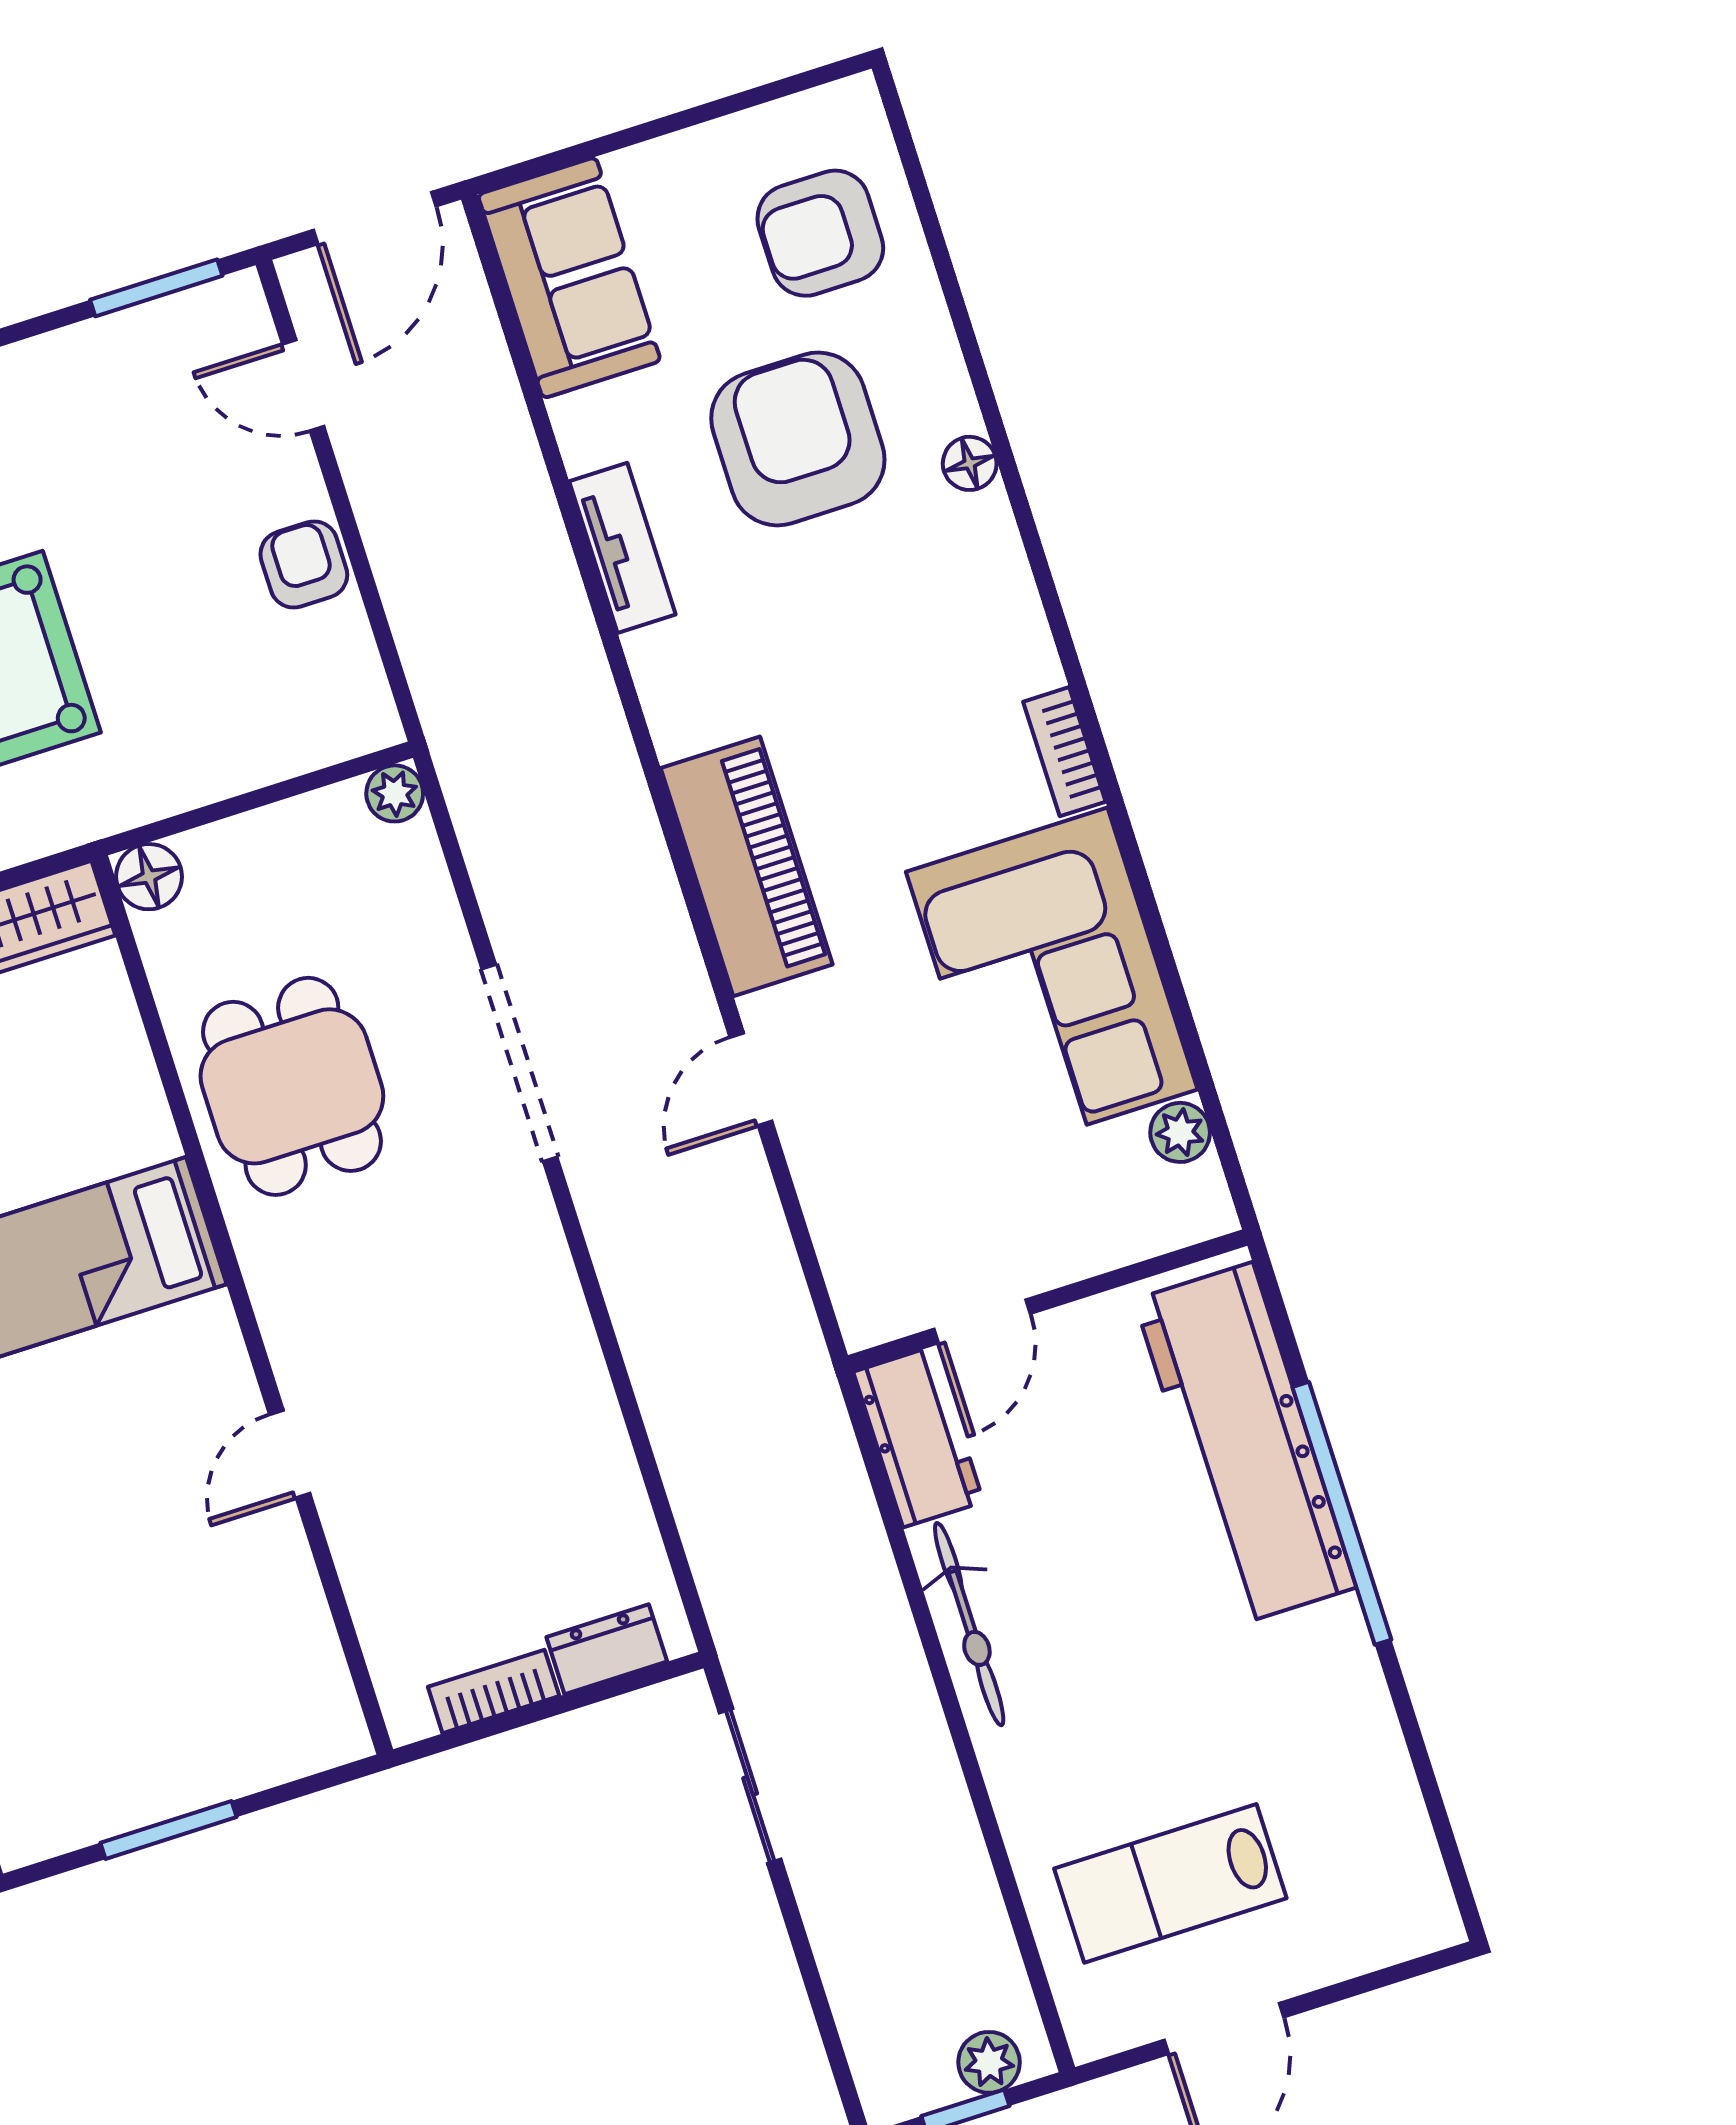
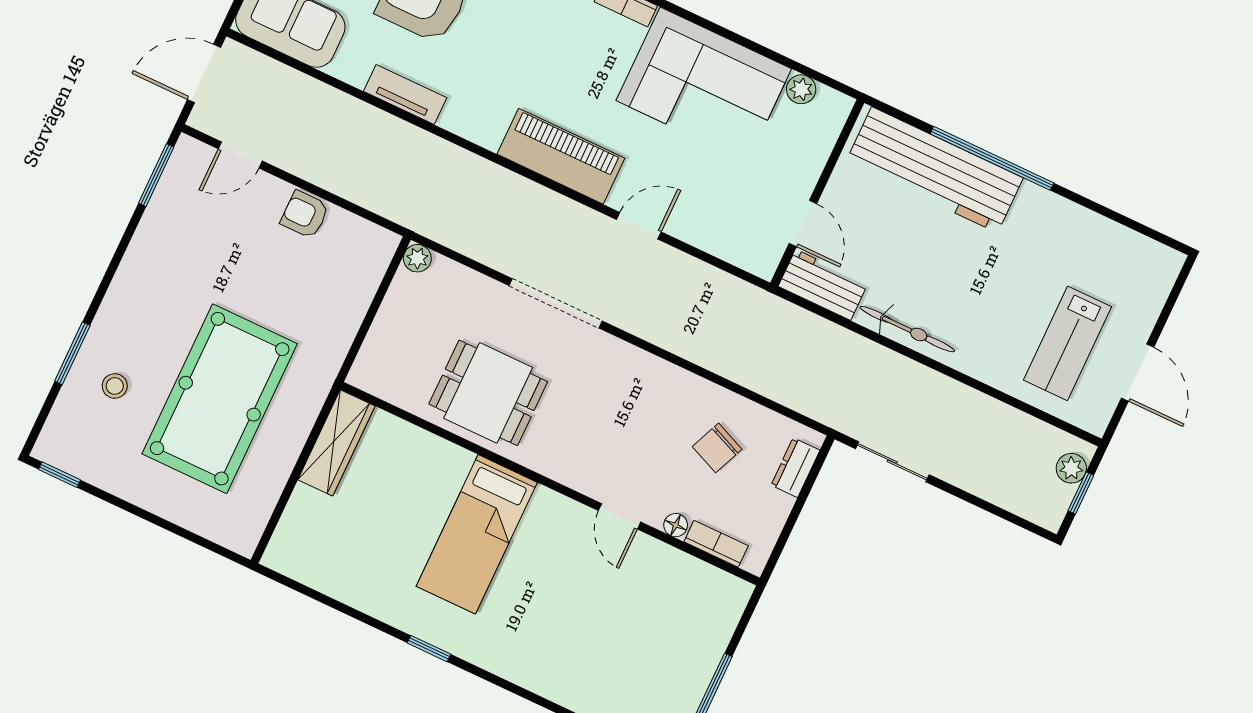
door: (375, 218) -> (204, 73), swing flipped
floor lamp: (149, 877) -> (676, 525), moved, width x0.73, depth x0.73
door: (751, 1079) -> (639, 226), swing flipped
chair: (528, 1505) -> (717, 448), added
bookcase: (494, 1691) -> (716, 544), moved, turned 90

